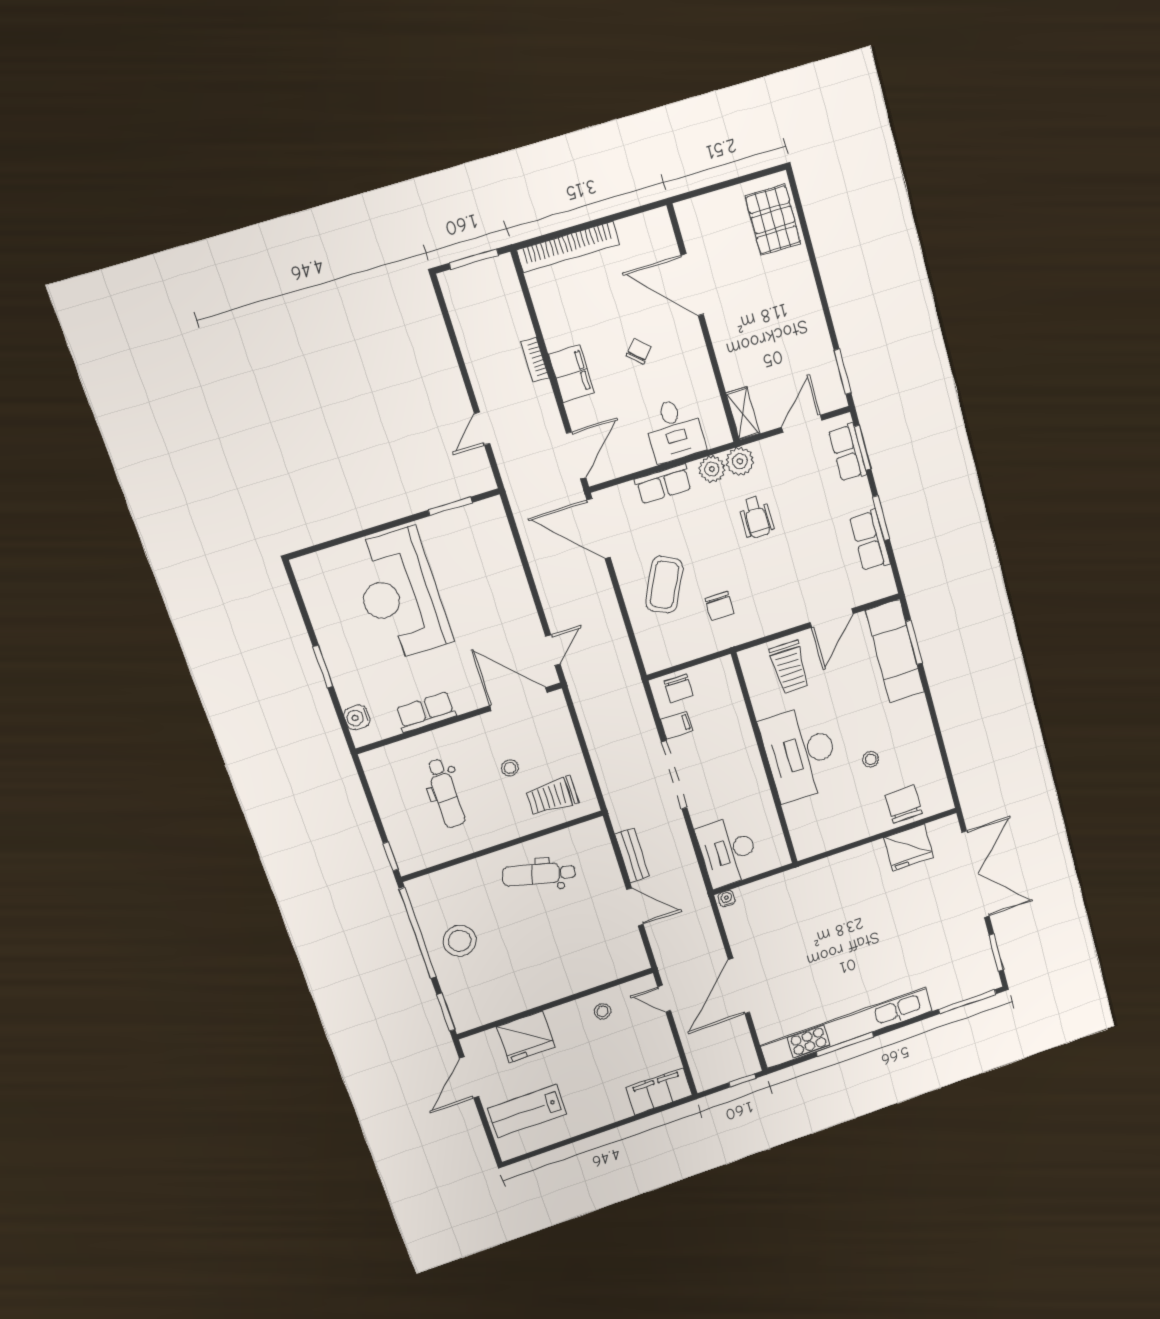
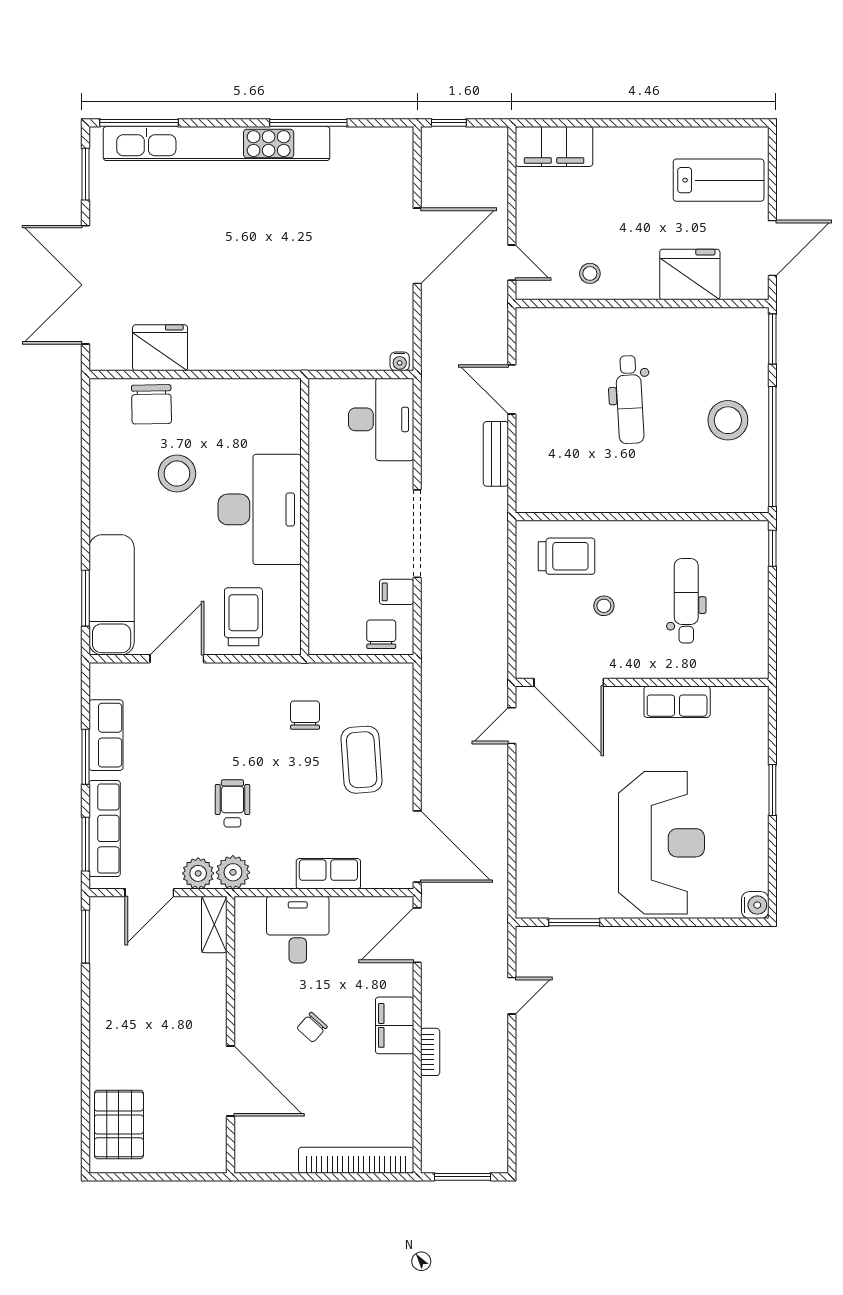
row of seats: (848, 452) -> (105, 828), width x1.48
plant: (712, 469) -> (198, 873), moved
coffee table: (664, 585) -> (362, 760), turned -30
water cooler: (357, 717) -> (755, 905), moved
stool: (871, 759) -> (177, 474), width x1.89, depth x1.89
dental chair: (539, 874) -> (630, 400), moved, turned 72
kitchen unit: (847, 1028) -> (217, 144), moved

